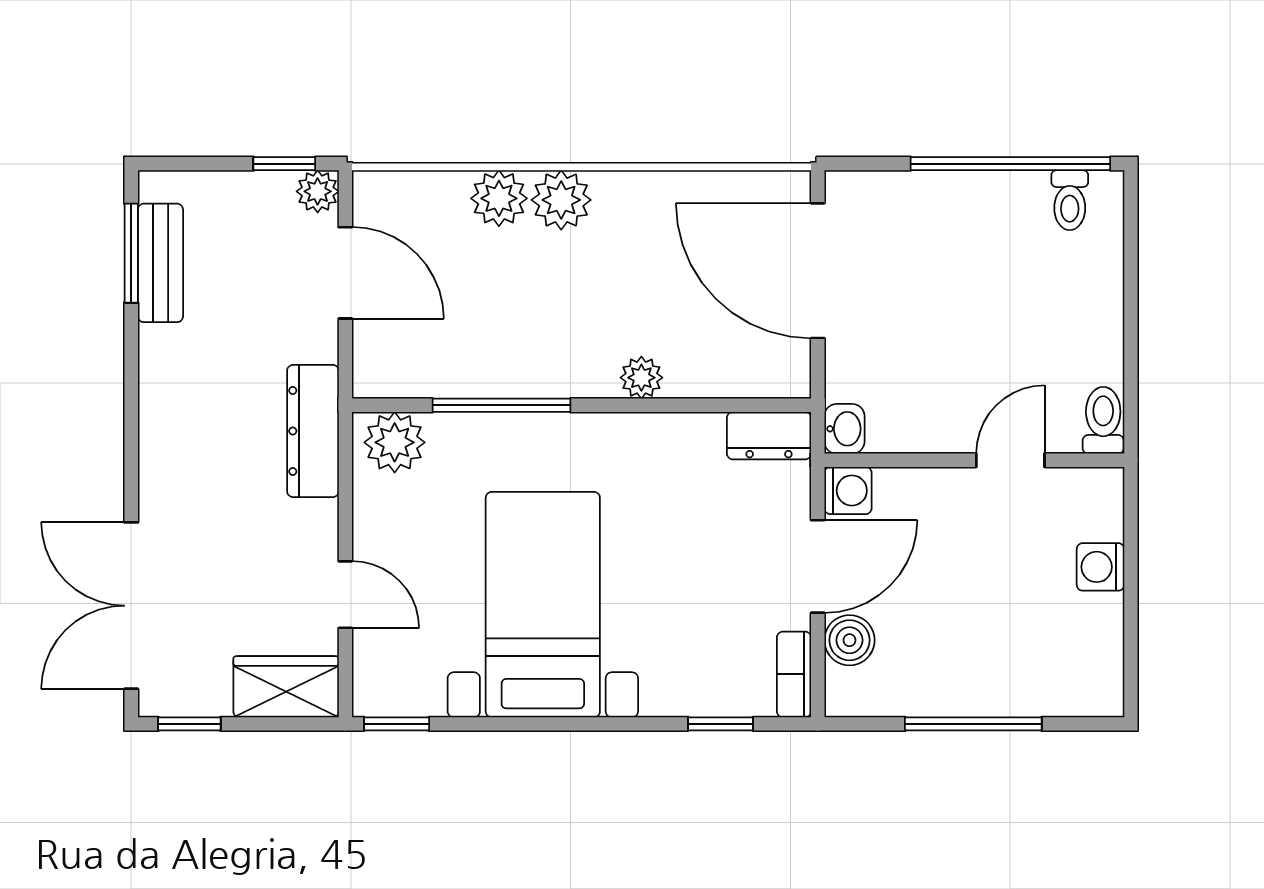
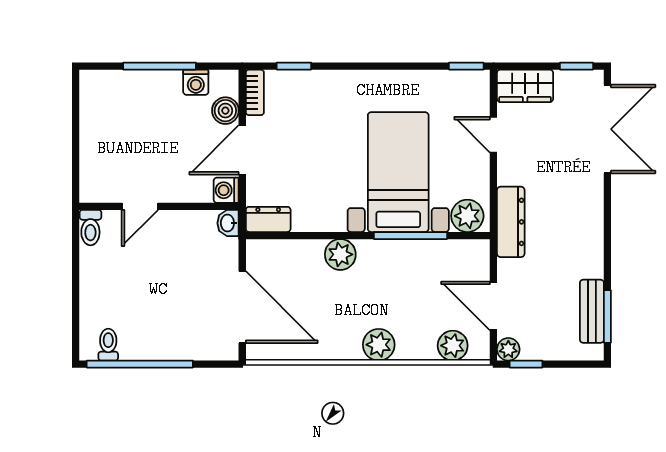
plant: (499, 198) -> (453, 346), moved
plant: (641, 378) -> (340, 254), width x1.38, depth x1.38
washing machine: (1100, 567) -> (196, 82), moved, turned 90
bed with nightstands: (543, 605) -> (398, 172), moved, turned 180

